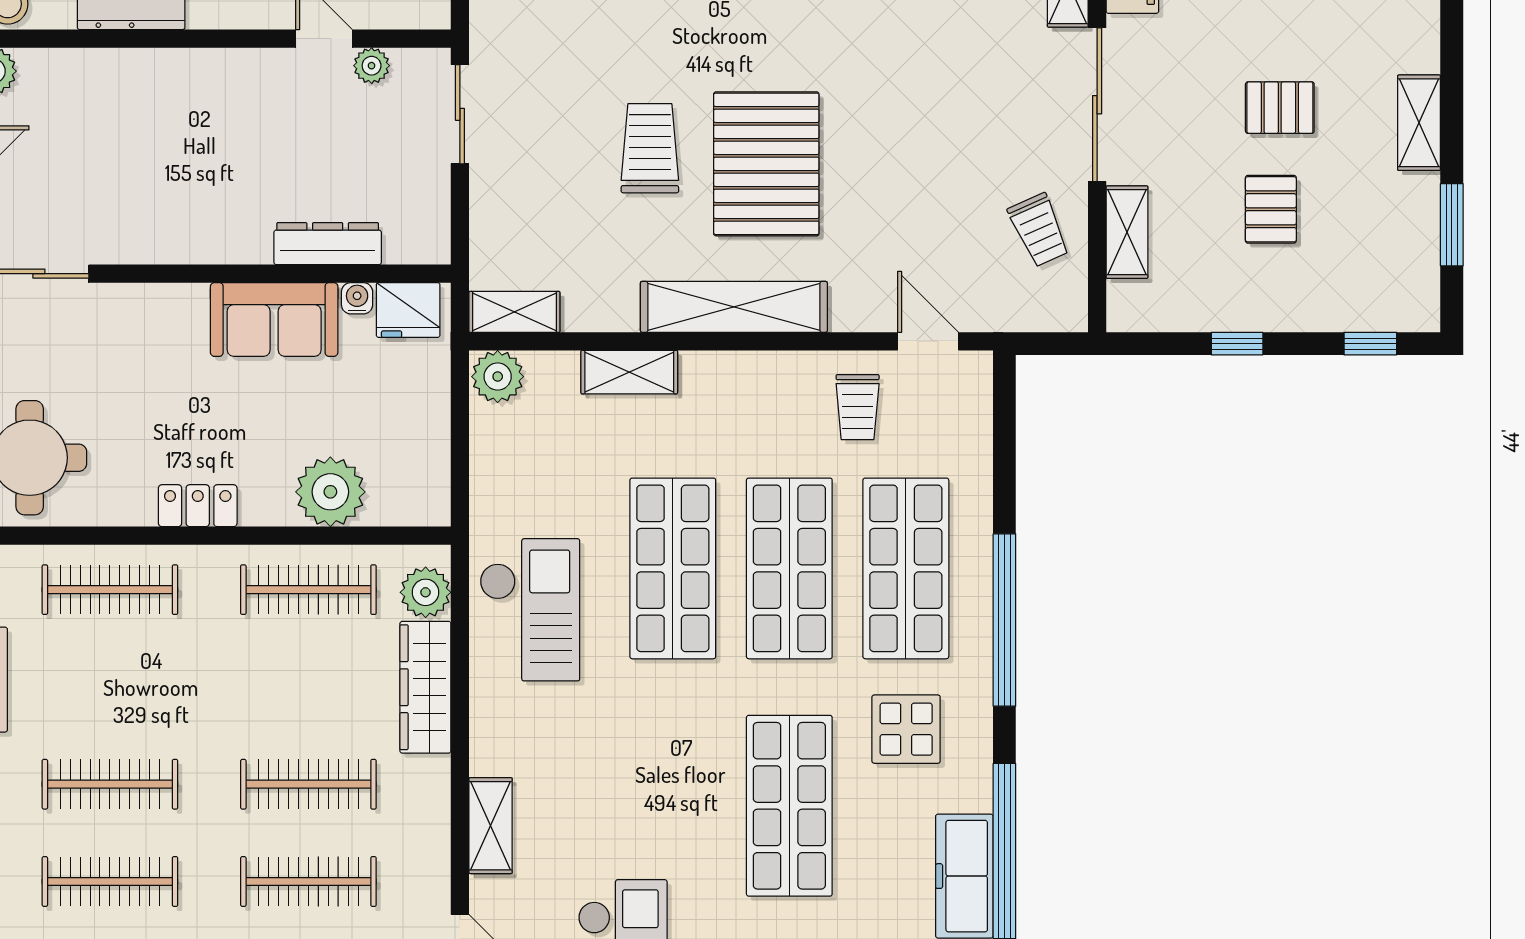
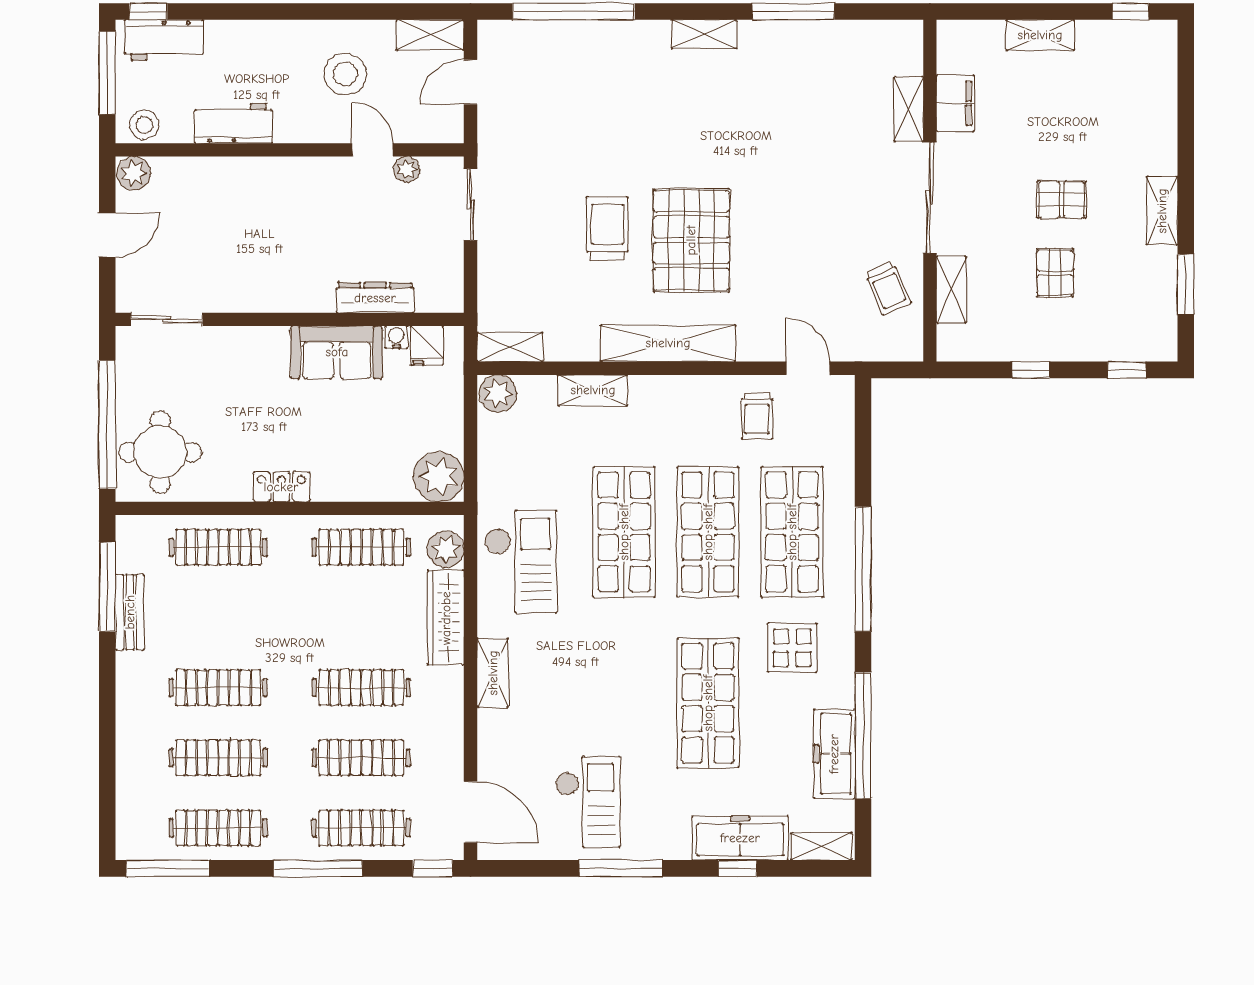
fridge: (408, 310) -> (427, 346), width x0.72
plant: (330, 492) -> (439, 477), moved
shelving: (491, 826) -> (493, 673), moved

